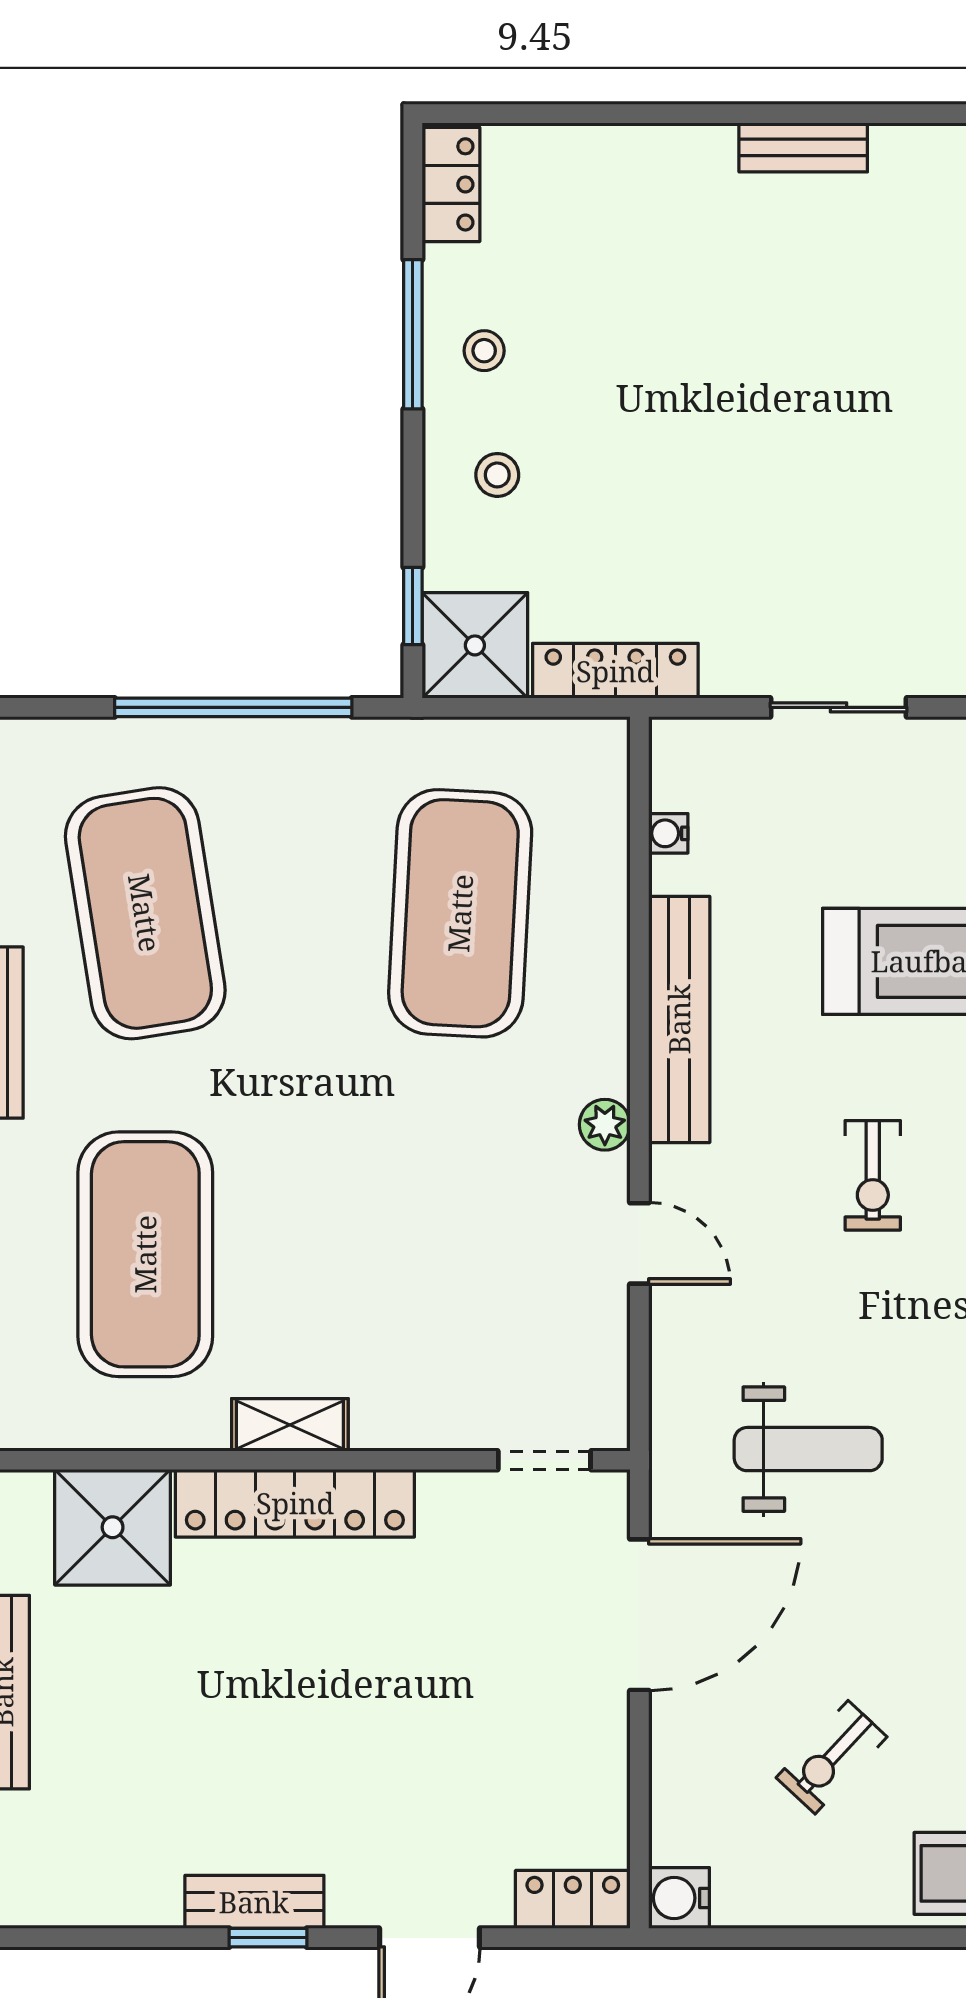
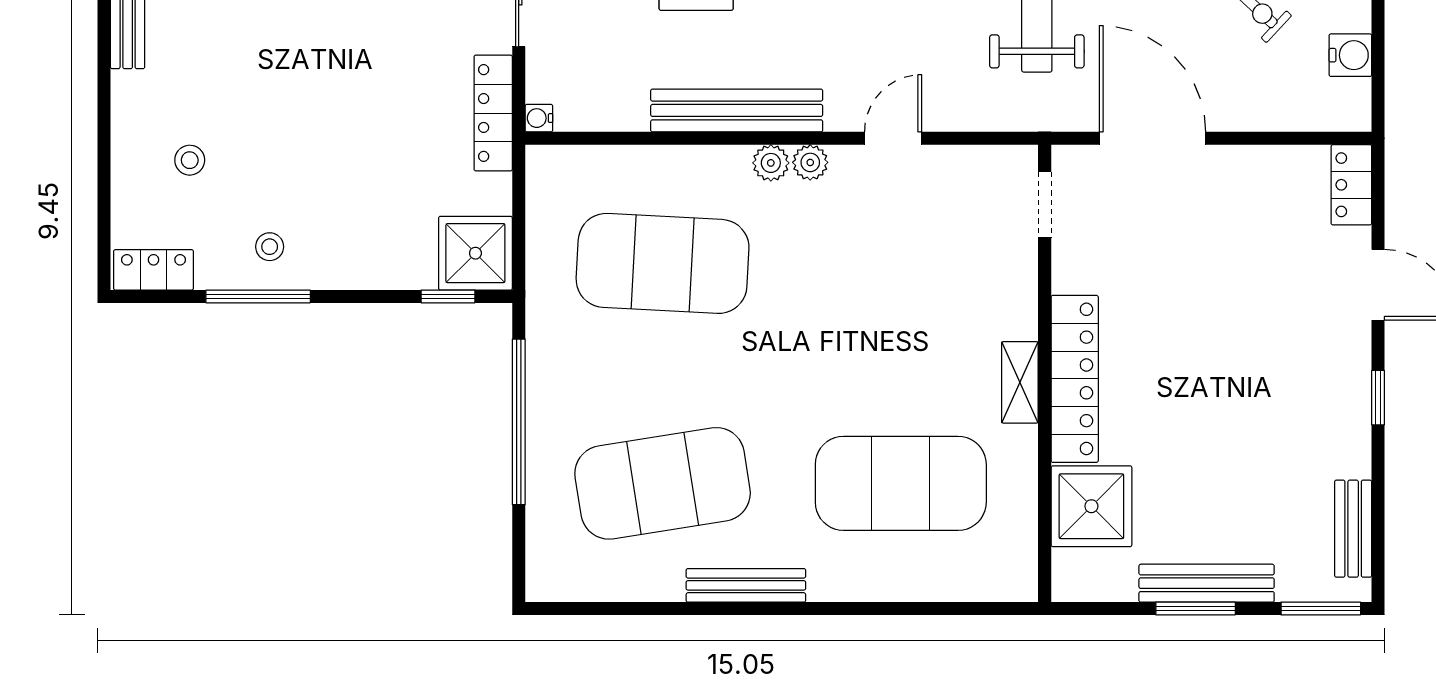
stool: (497, 475) -> (190, 160), moved
locker: (615, 671) -> (493, 113), moved
water cooler: (668, 833) -> (539, 118), moved, turned 90
plant: (604, 1068) -> (771, 163), added
water cooler: (679, 1898) -> (1350, 55), moved, turned -90
bench: (254, 1902) -> (1353, 529), moved

